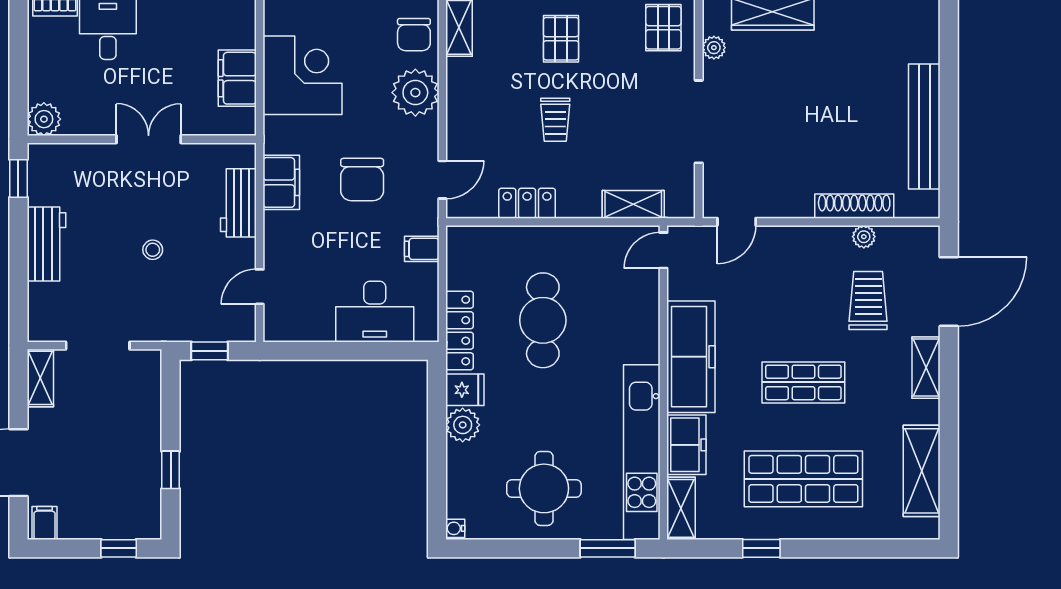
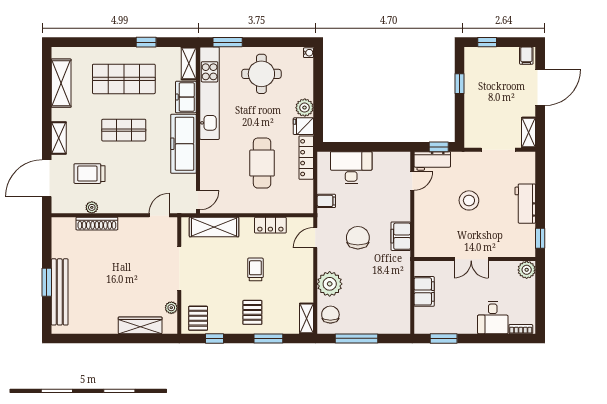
corner desk: (302, 75) -> (390, 293), removed
window: (949, 96) -> (47, 282), added
bench: (924, 127) -> (60, 292), moved
workbench: (238, 203) -> (432, 161), moved, turned 90
shelving: (633, 204) -> (214, 227), width x1.50, depth x1.33
stool: (153, 250) -> (469, 200), width x1.89, depth x1.89
trolley: (868, 301) -> (90, 174), turned 90

